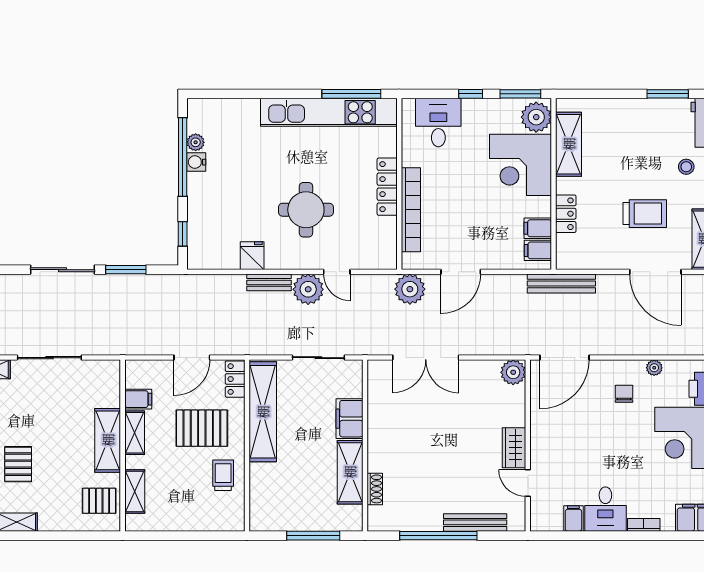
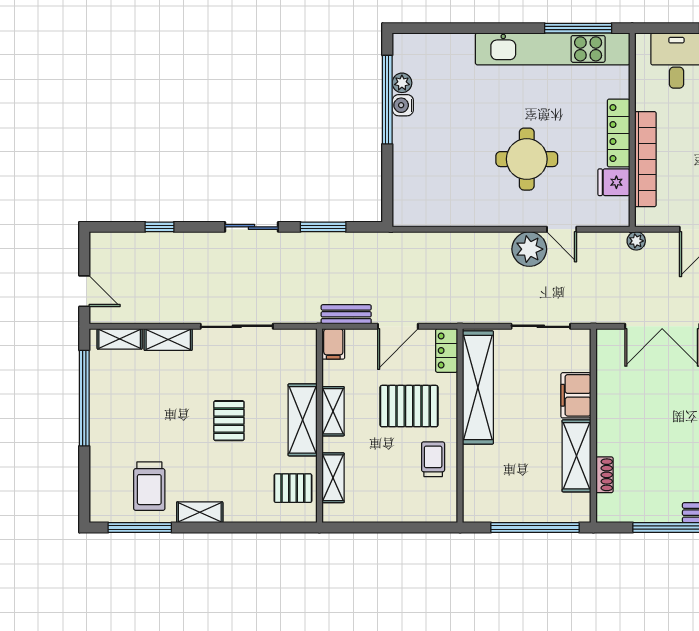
window: (183, 234) -> (387, 186), removed
fridge: (252, 256) -> (614, 182), moved, turned -90
sliding door: (63, 270) -> (252, 227), width x0.73
bench: (269, 282) -> (346, 314), moved
plant: (410, 289) -> (636, 241), width x0.53, depth x0.53
filing cabinet: (138, 399) -> (333, 344), moved, turned 90
pallet: (18, 464) -> (229, 421), moved
window: (313, 536) -> (535, 527), width x1.46

